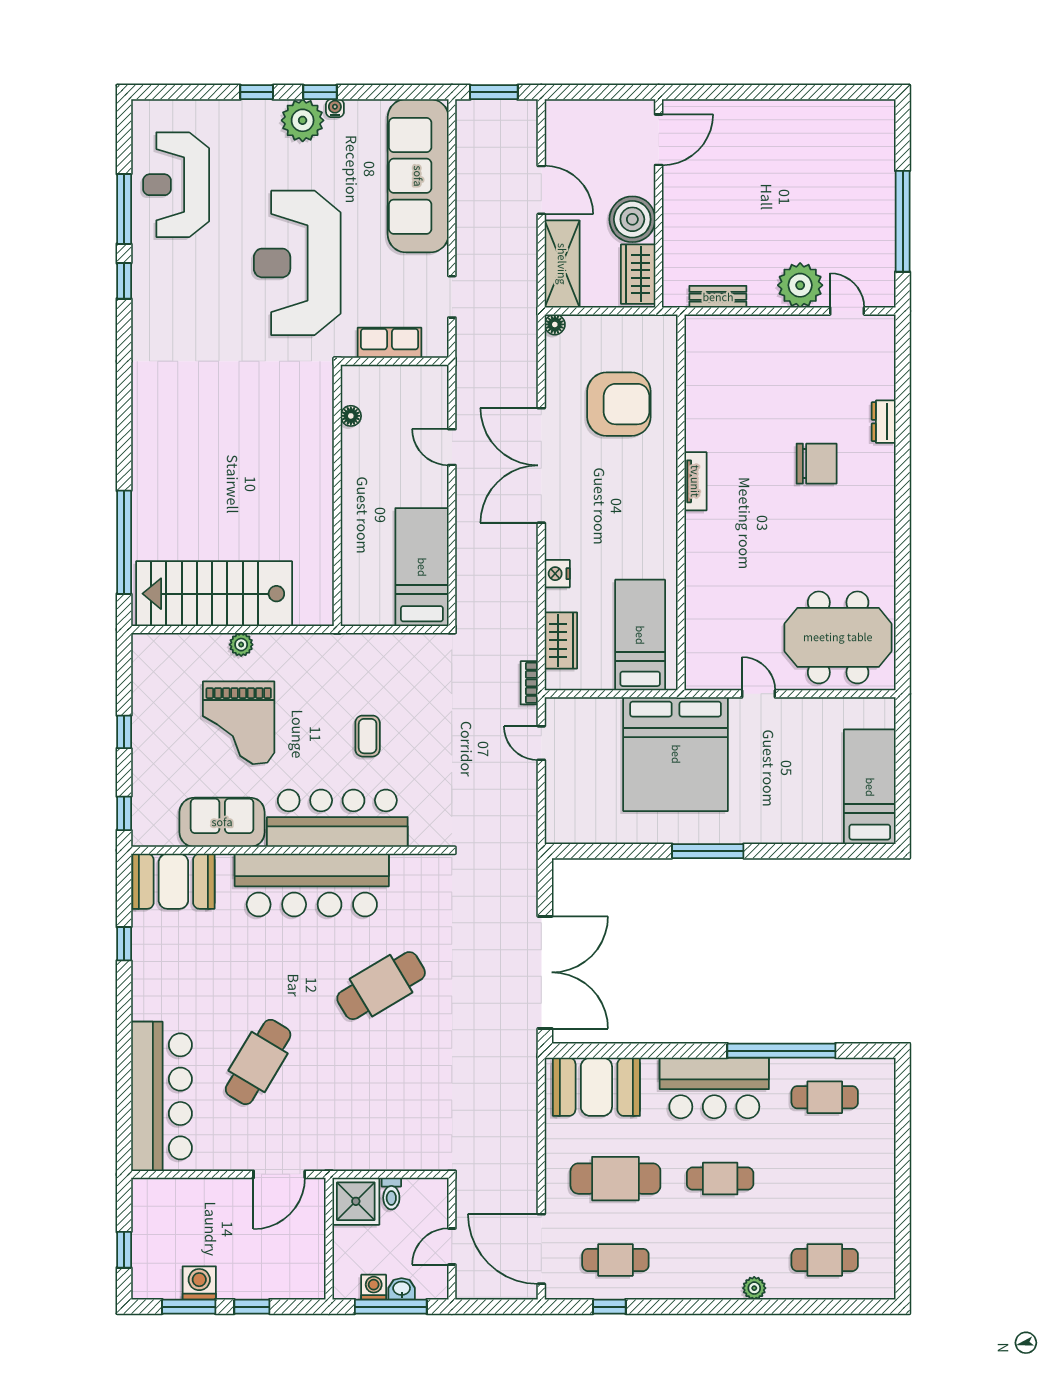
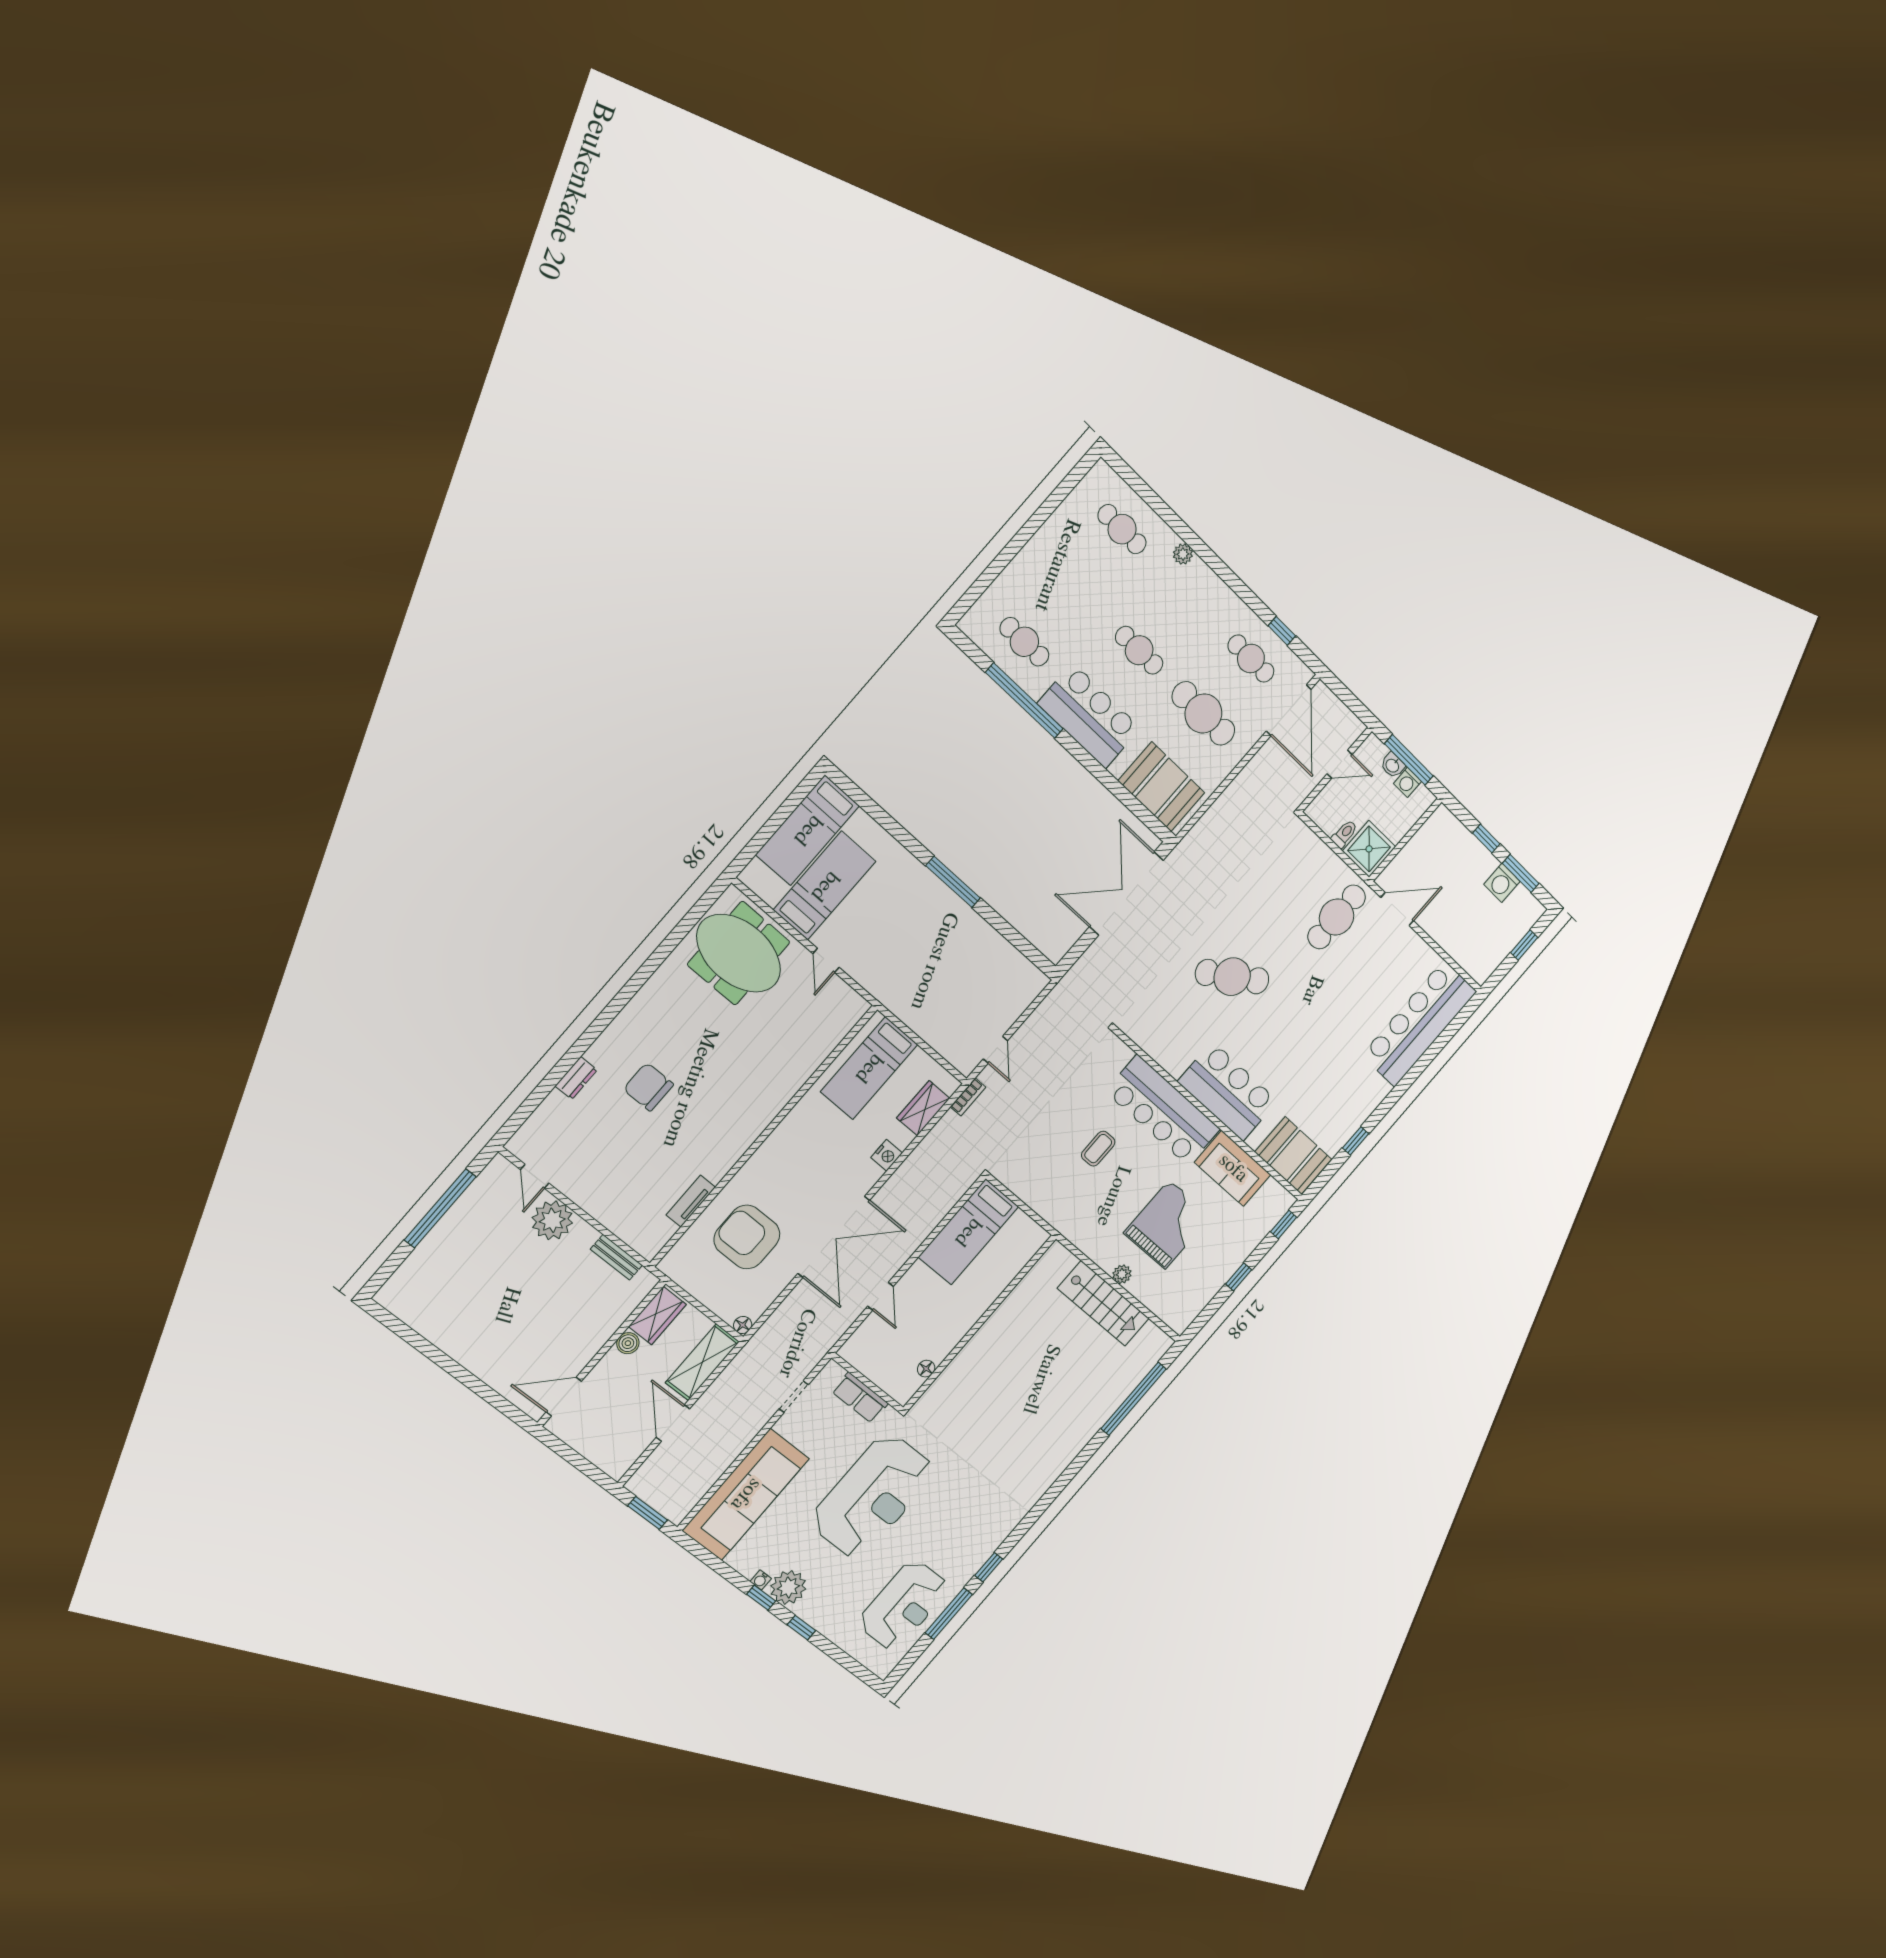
boiler: (632, 219) -> (628, 1343), width x0.54, depth x0.54
tv unit: (695, 481) -> (691, 1201), moved
stairs: (214, 594) -> (1103, 1303), width x0.73, depth x0.66
bed: (676, 754) -> (825, 886), moved, width x0.49
bar counter: (312, 885) -> (1228, 1091), width x0.73
cafe table: (258, 1062) -> (1337, 917), moved, turned -31

